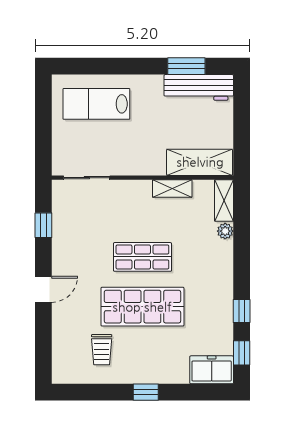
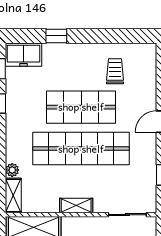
shelving: (172, 188) -> (76, 205), moved
shop shelf: (142, 257) -> (81, 149), width x2.00, depth x1.36
window: (146, 392) -> (56, 36), moved

